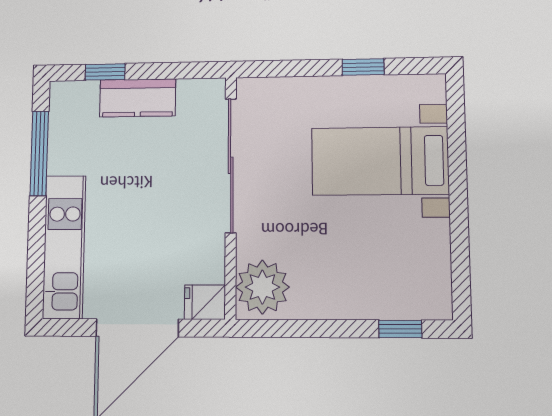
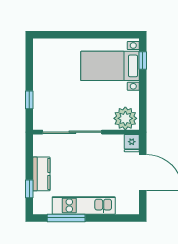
window: (363, 67) -> (29, 100), moved
bed with nightstands: (380, 161) -> (110, 66), moved, turned 90
kitchen unit: (64, 247) -> (84, 205), moved

